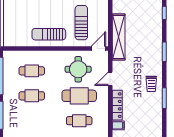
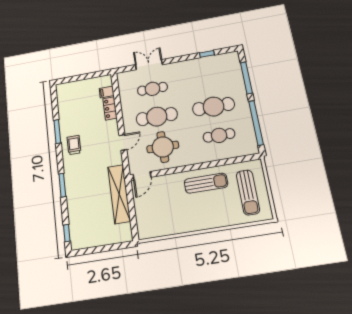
sun lounger: (81, 23) -> (248, 192), moved
cafe table: (32, 96) -> (213, 107), width x1.37, depth x1.35
locker: (117, 105) -> (110, 108), width x0.66

